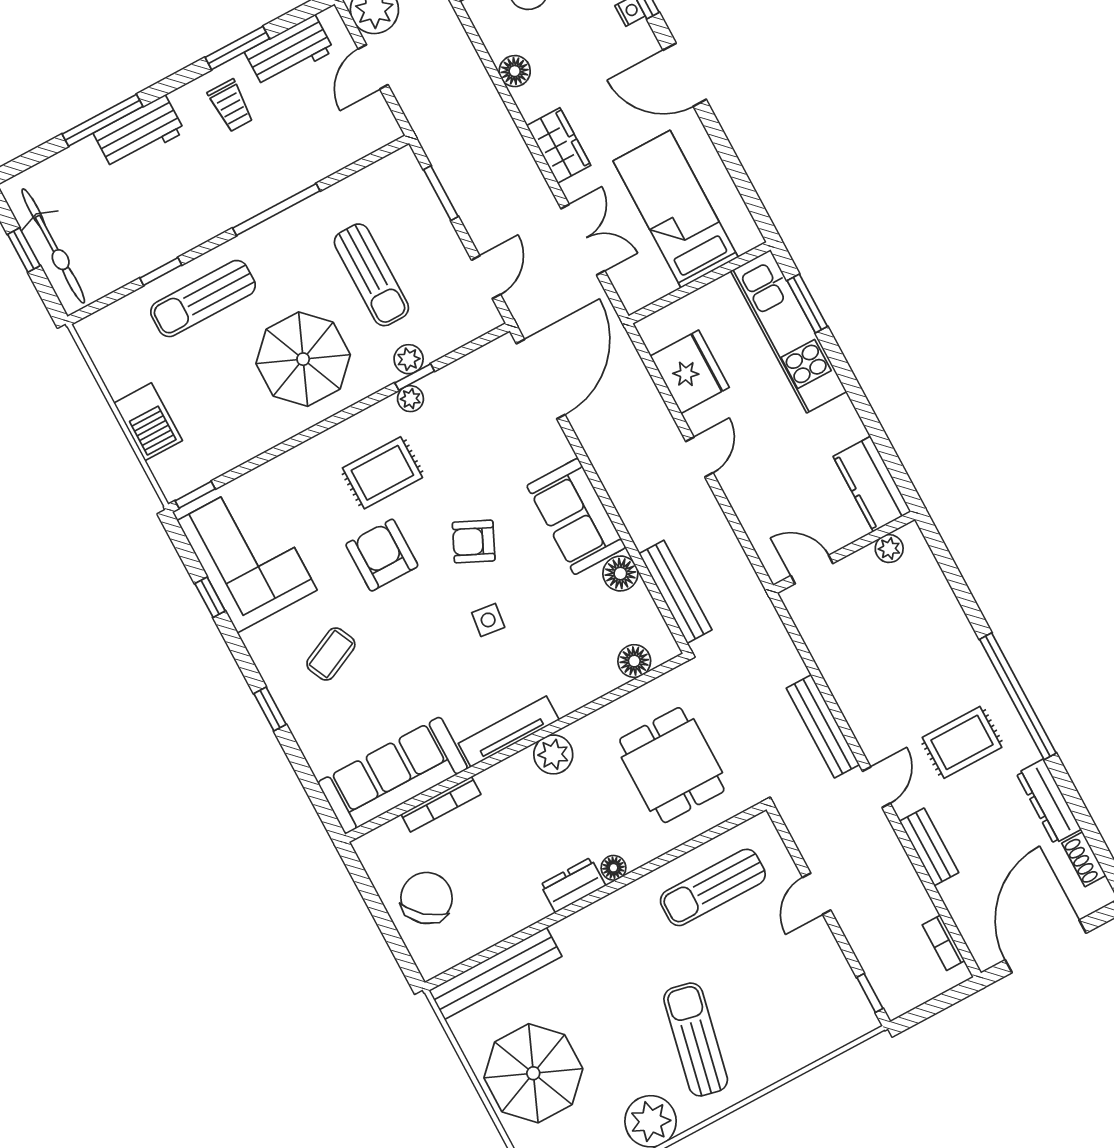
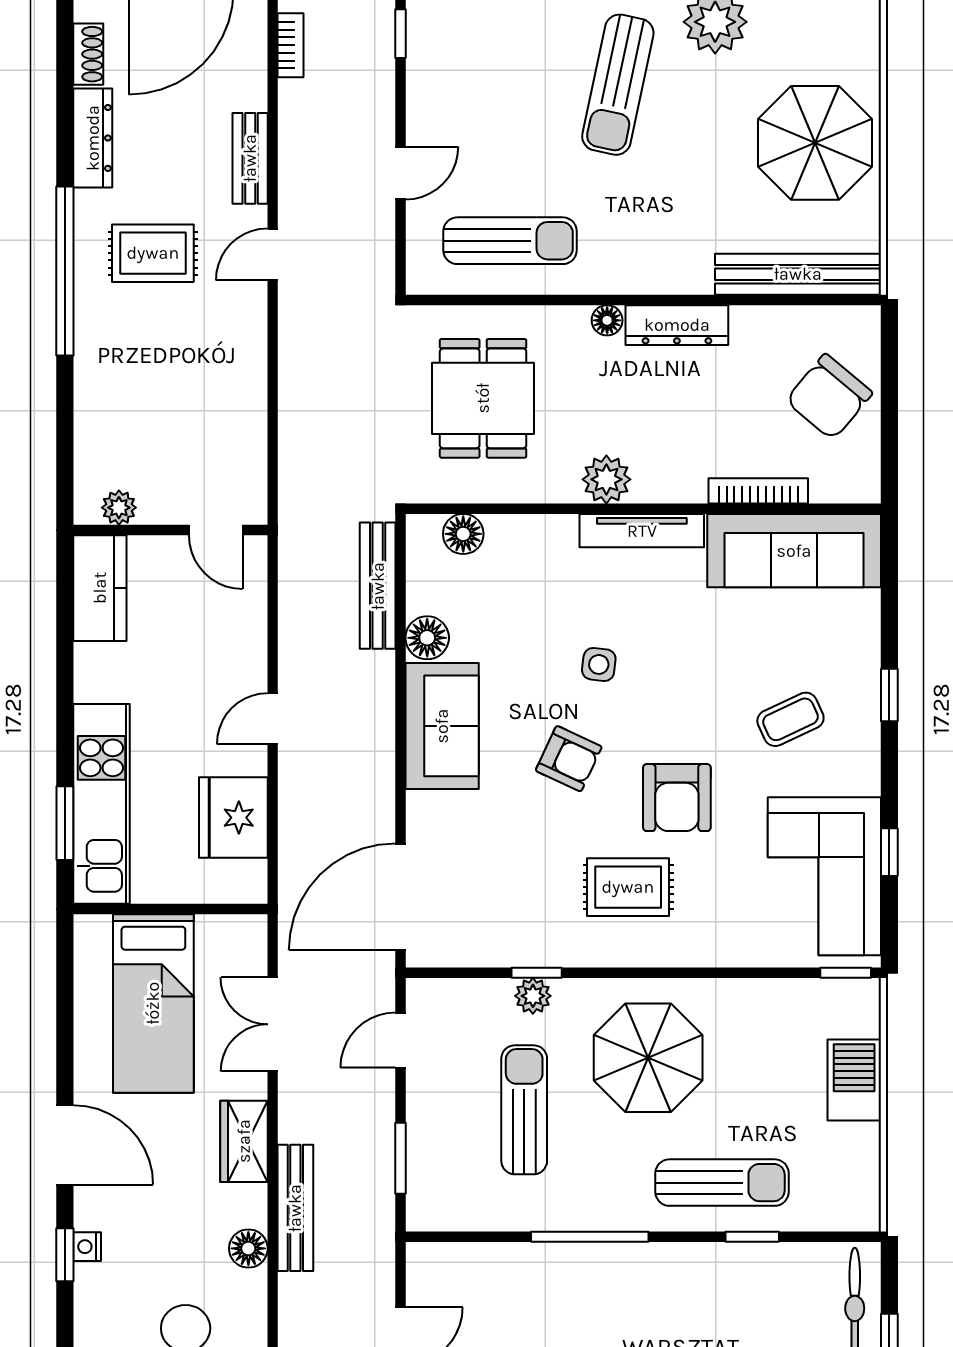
plant: (410, 399) -> (554, 952), removed
bench: (823, 726) -> (295, 1208), moved
dresser: (573, 885) -> (677, 325), width x1.44

